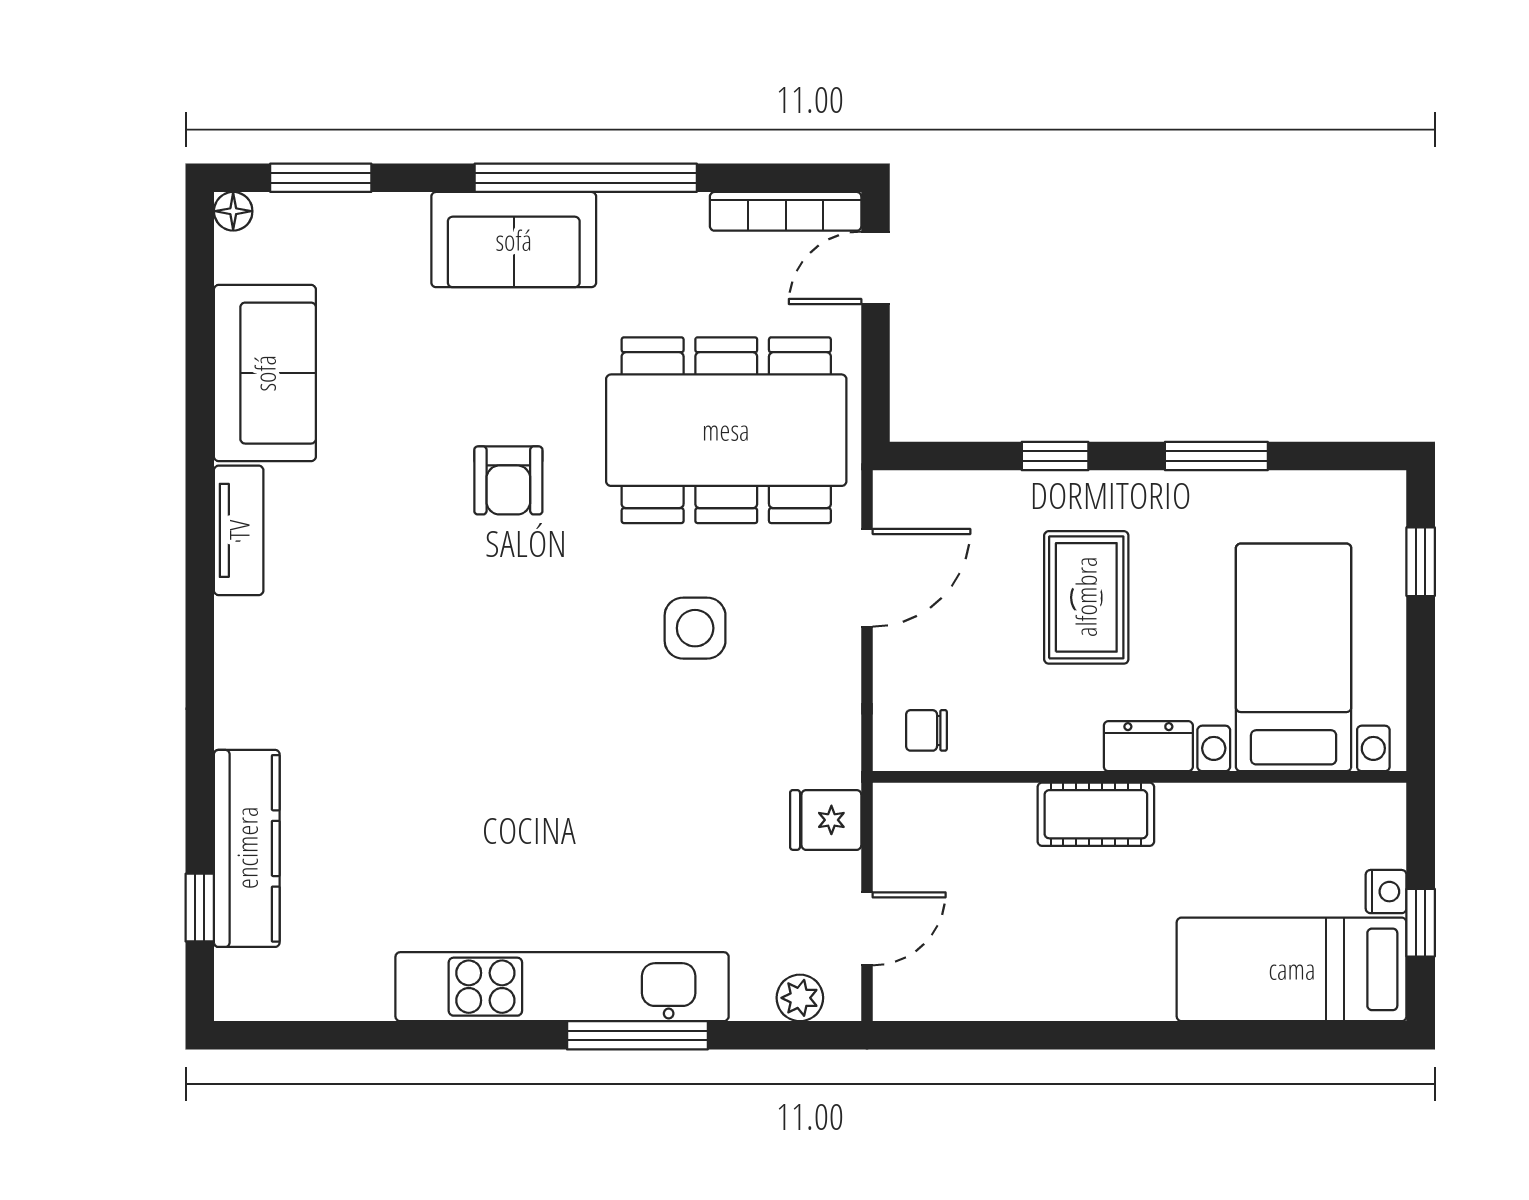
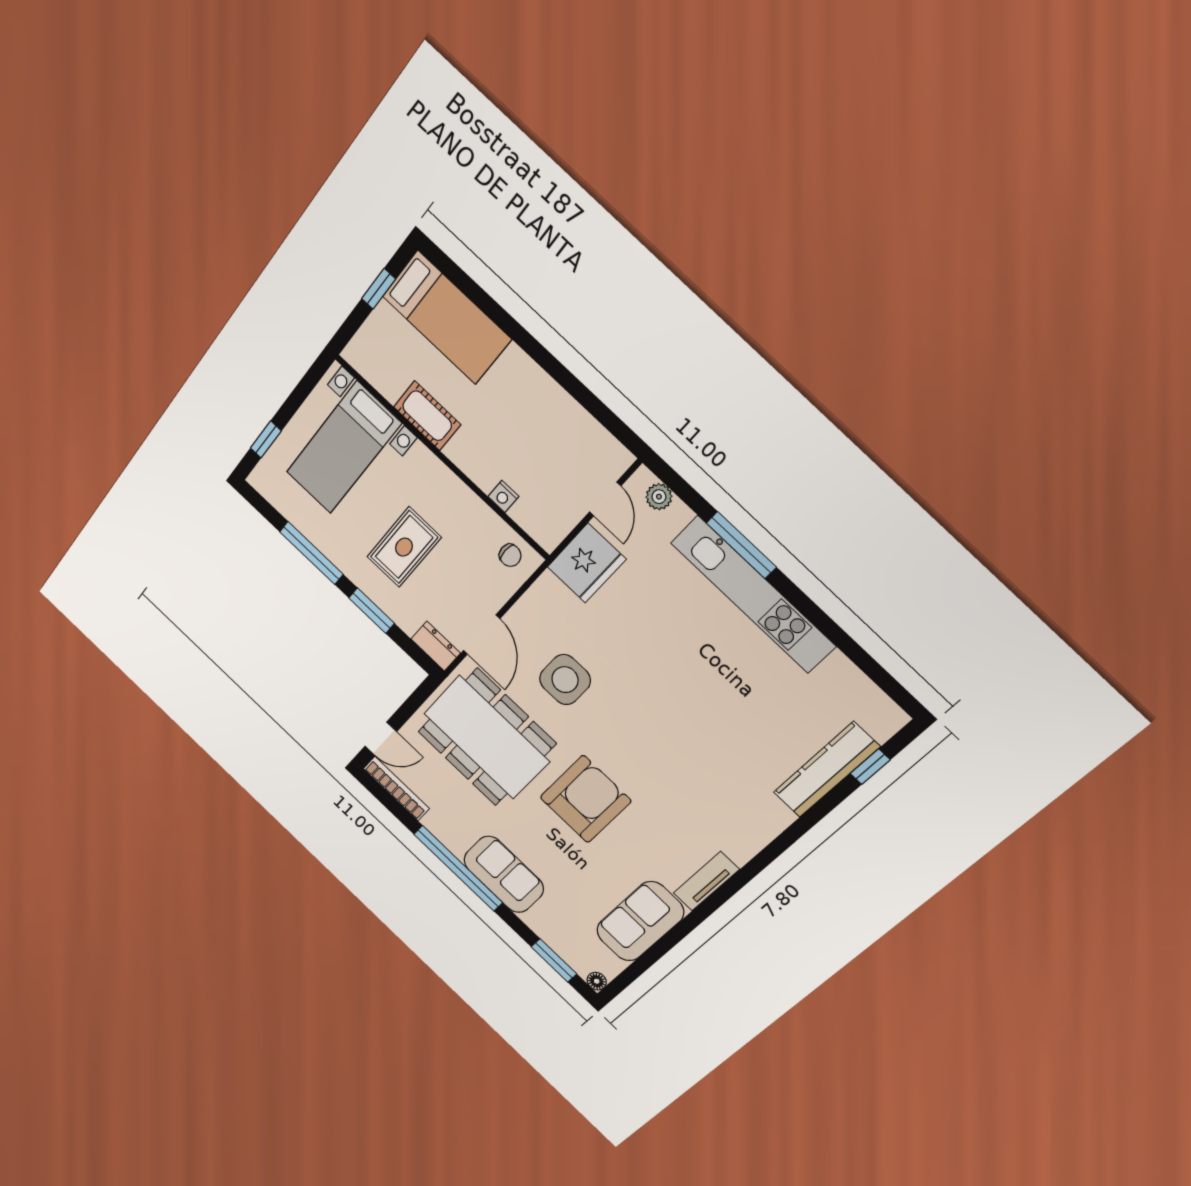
window: (1055, 456) -> (372, 611), width x1.50
window: (1216, 456) -> (311, 553), width x1.44
armchair: (508, 480) -> (585, 799), width x1.88, depth x1.88
door: (867, 578) -> (482, 635), swing flipped
side table: (695, 628) -> (565, 680), width x1.37, depth x1.37
dresser: (1148, 746) -> (436, 646), moved, turned 180
cot: (1096, 814) -> (427, 416), moved
fridge: (826, 820) -> (587, 563), width x1.88, depth x1.34
nightstand: (1386, 892) -> (503, 496), moved, turned -90
door: (867, 929) -> (605, 499), swing flipped

